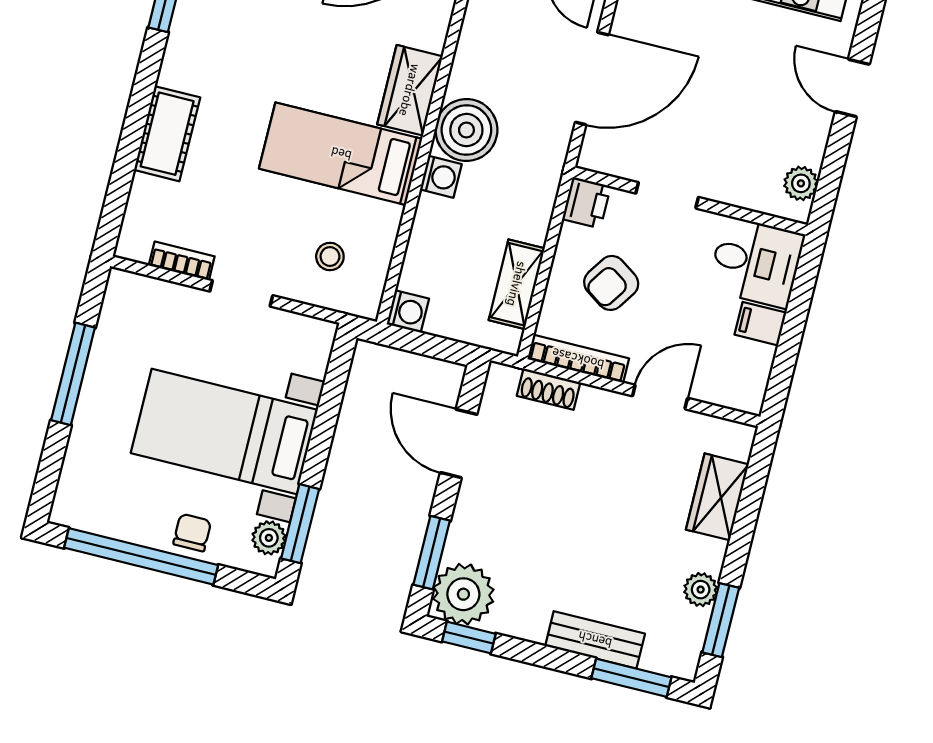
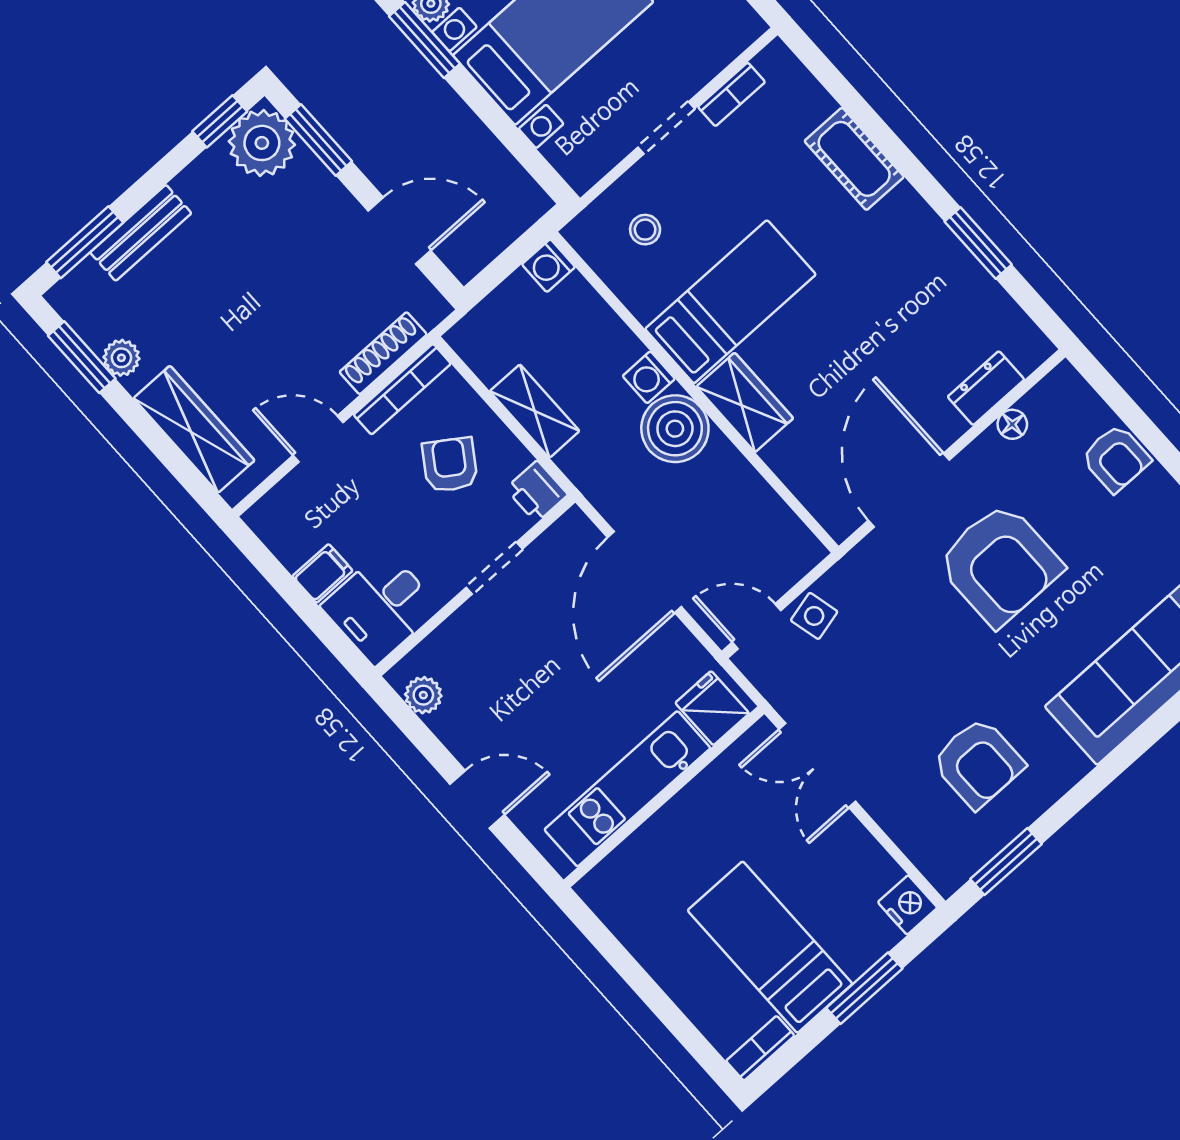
shelving: (517, 284) -> (535, 411), moved
shoe rack: (549, 389) -> (383, 353), width x1.43
door: (660, 397) -> (318, 439), swing flipped
wardrobe: (717, 497) -> (194, 429), width x1.50

